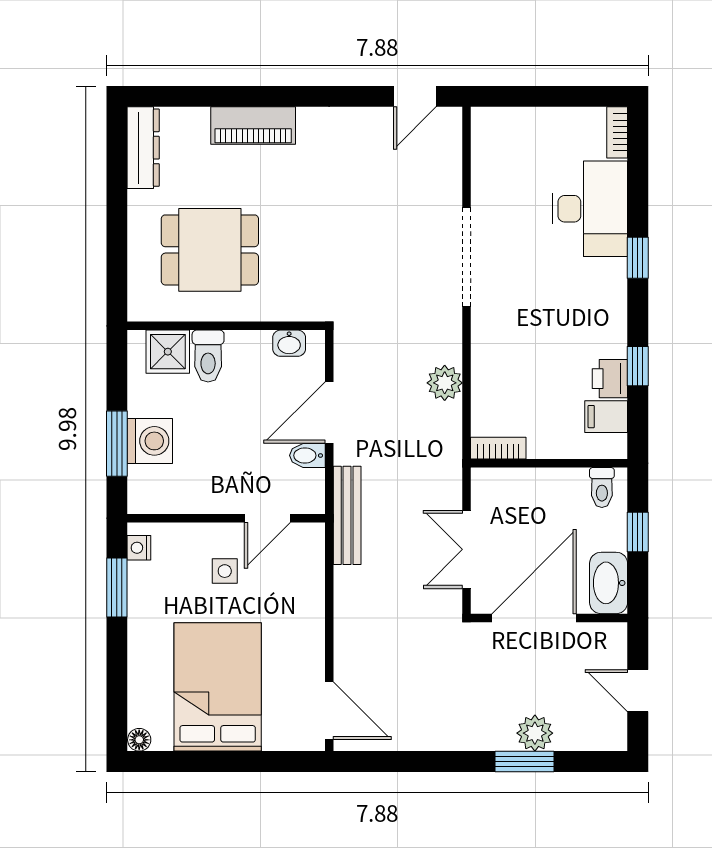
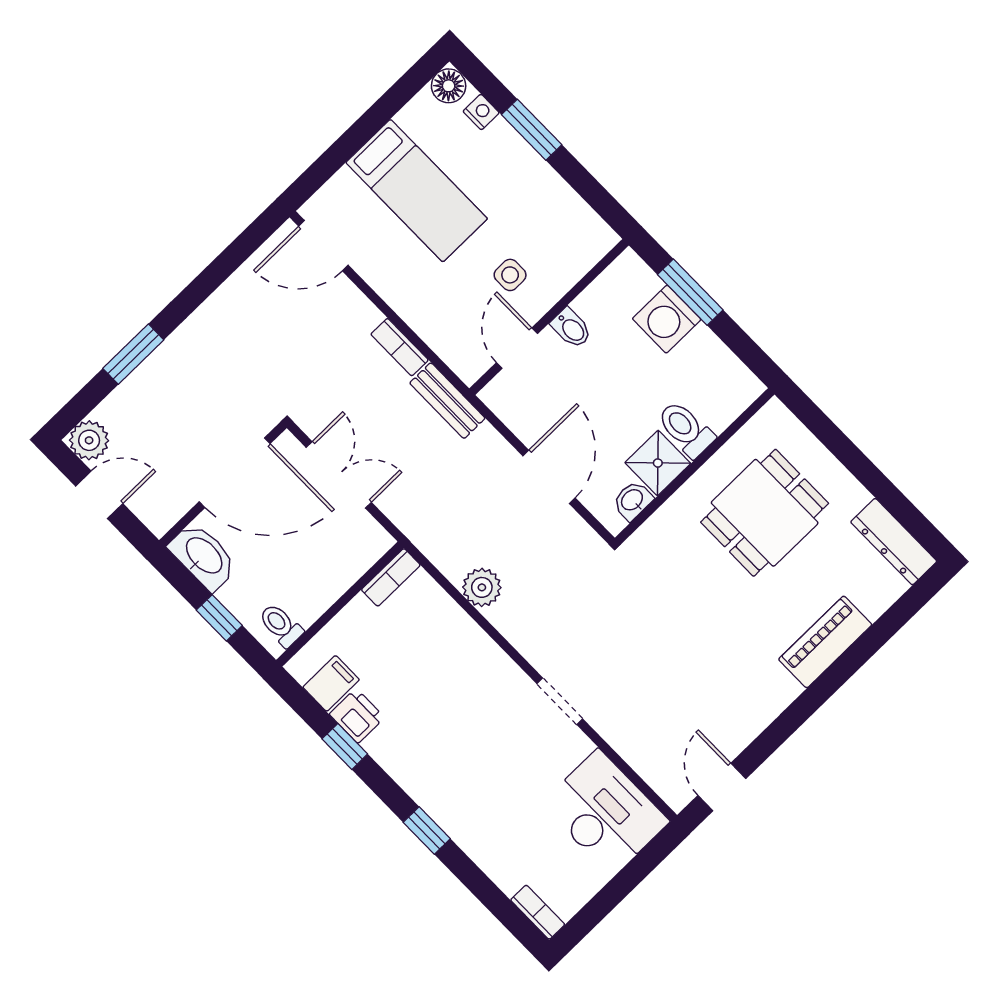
desk: (590, 209) -> (605, 813), moved, turned 180
doorway: (467, 257) -> (560, 701), width x0.53
shower: (168, 352) -> (658, 463), moved
bidet: (307, 455) -> (571, 328), moved, turned 90
bench: (347, 515) -> (447, 401), width x0.73
nightstand: (139, 548) -> (481, 112), moved
window: (117, 588) -> (532, 130), moved
bookcase: (344, 595) -> (400, 347), added
door: (534, 618) -> (235, 473), hinge flipped
bed: (218, 687) -> (417, 191), width x0.67
plant: (535, 733) -> (89, 440), moved
floor lamp: (139, 740) -> (449, 86), width x1.37, depth x1.37

